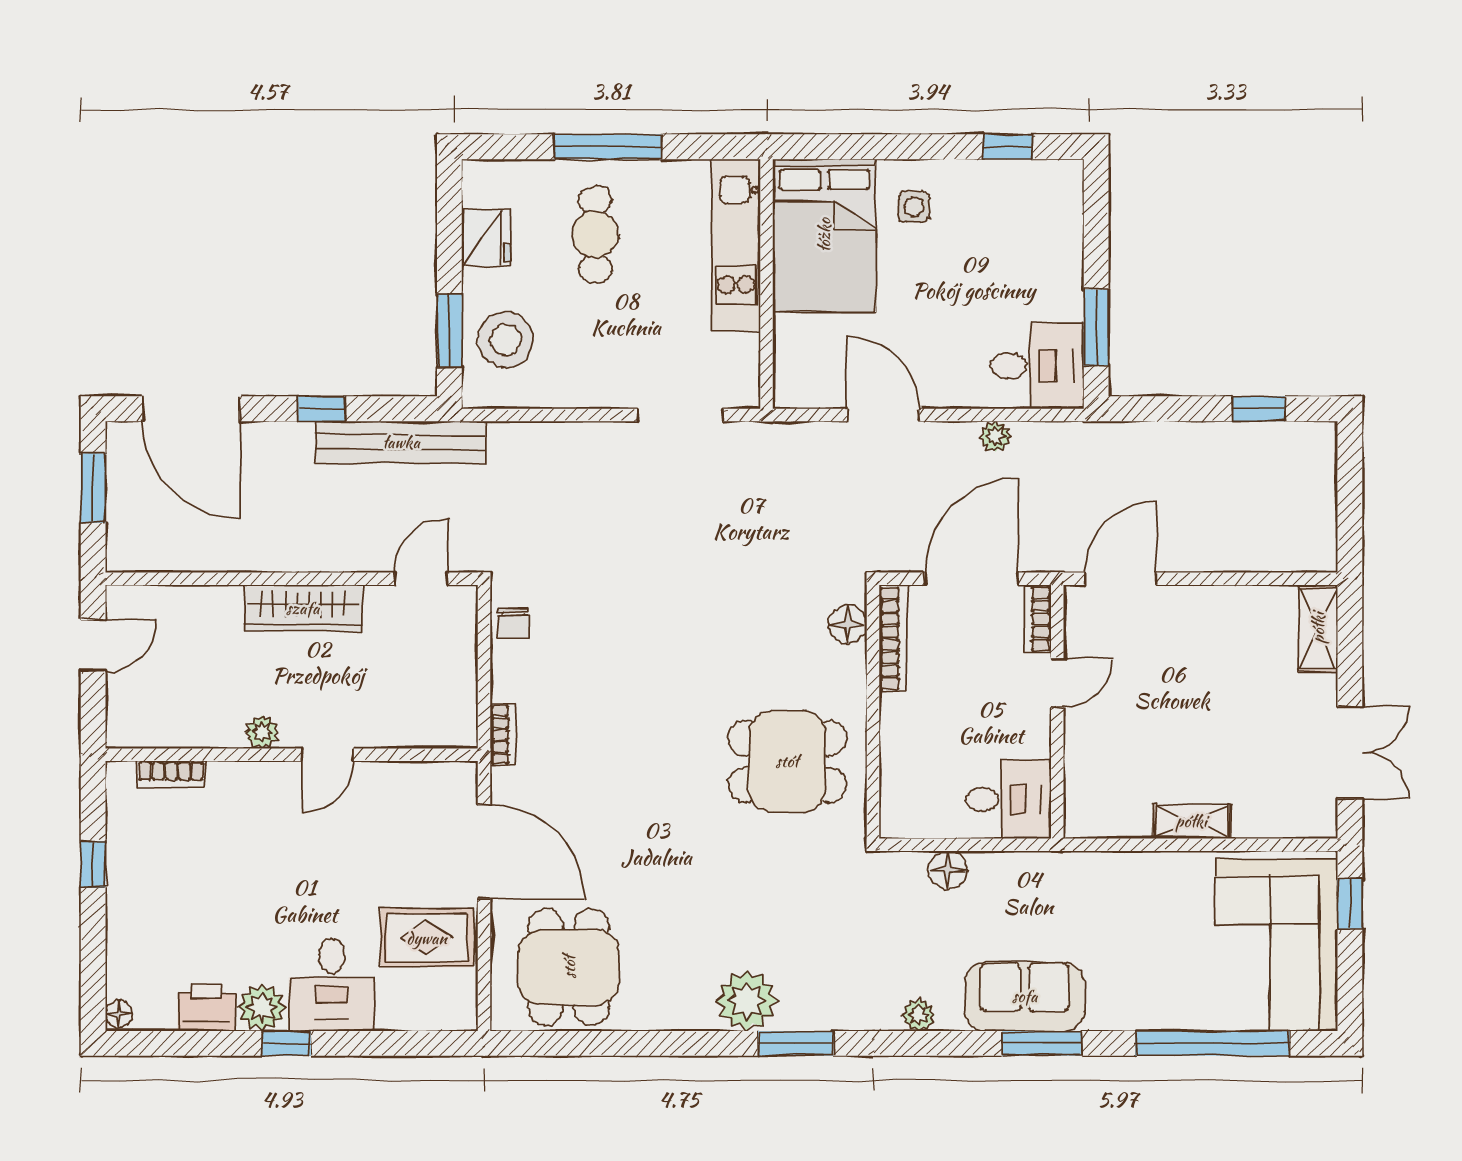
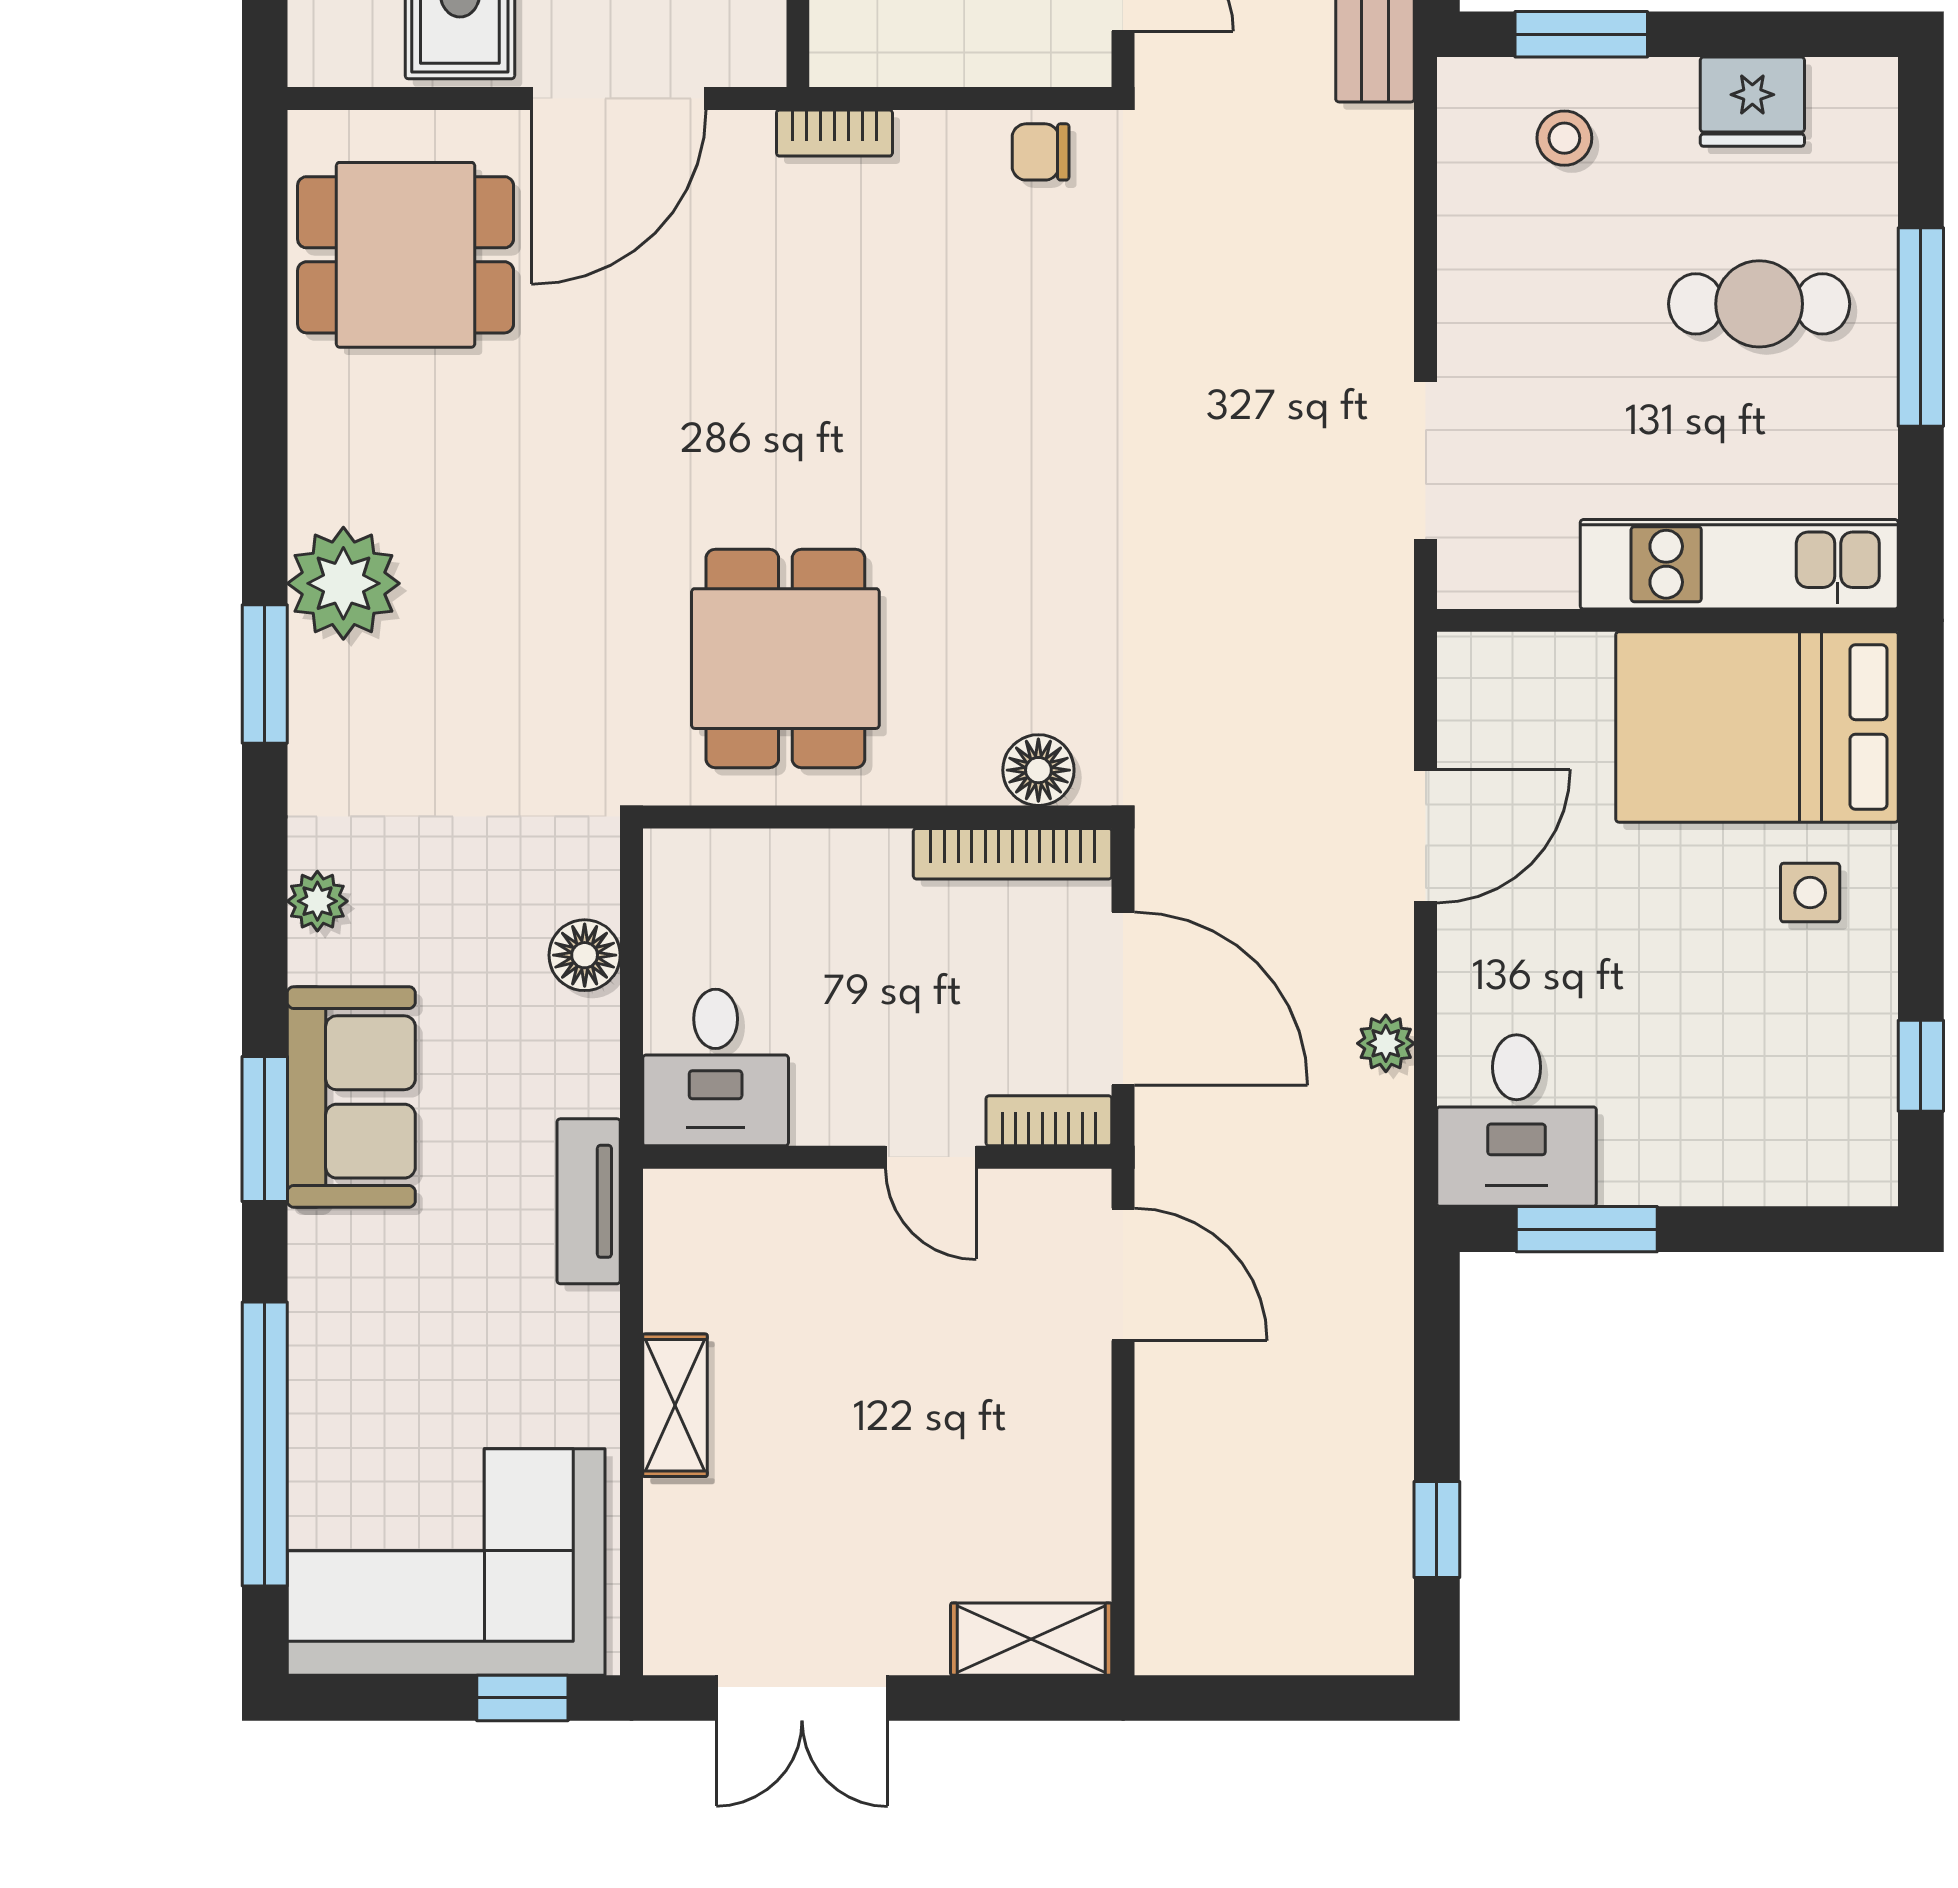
stool: (506, 340) -> (1564, 138), width x0.53, depth x0.53
tv unit: (1081, 868) -> (589, 1201), added

